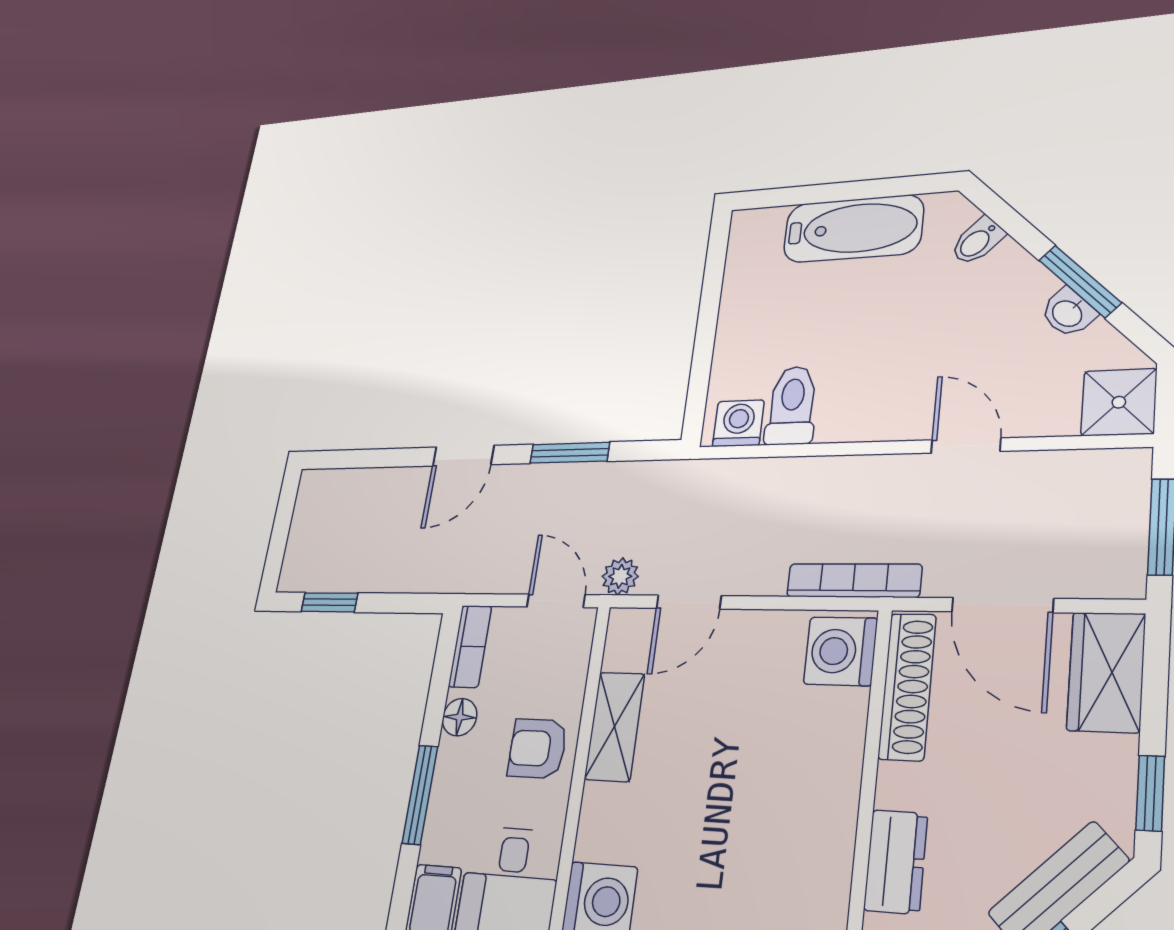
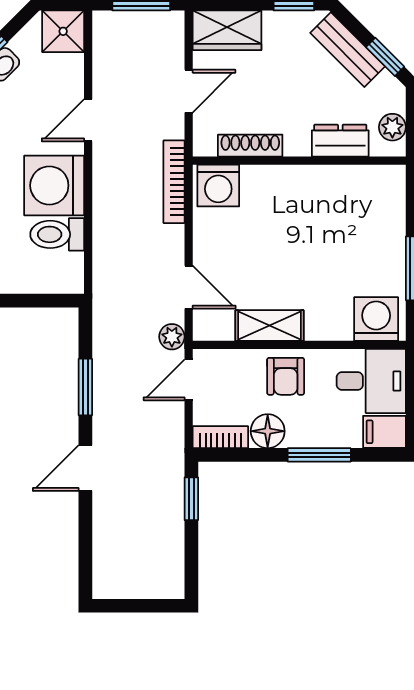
washing machine: (738, 423) -> (54, 185), moved, width x1.89, depth x1.89
door: (463, 456) -> (85, 468), swing flipped
window: (329, 602) -> (191, 499), moved
door: (1002, 605) -> (189, 91), width x0.73
shoe rack: (907, 686) -> (250, 146), width x0.74, depth x0.81
floor lamp: (460, 717) -> (268, 431), width x1.37, depth x1.37

